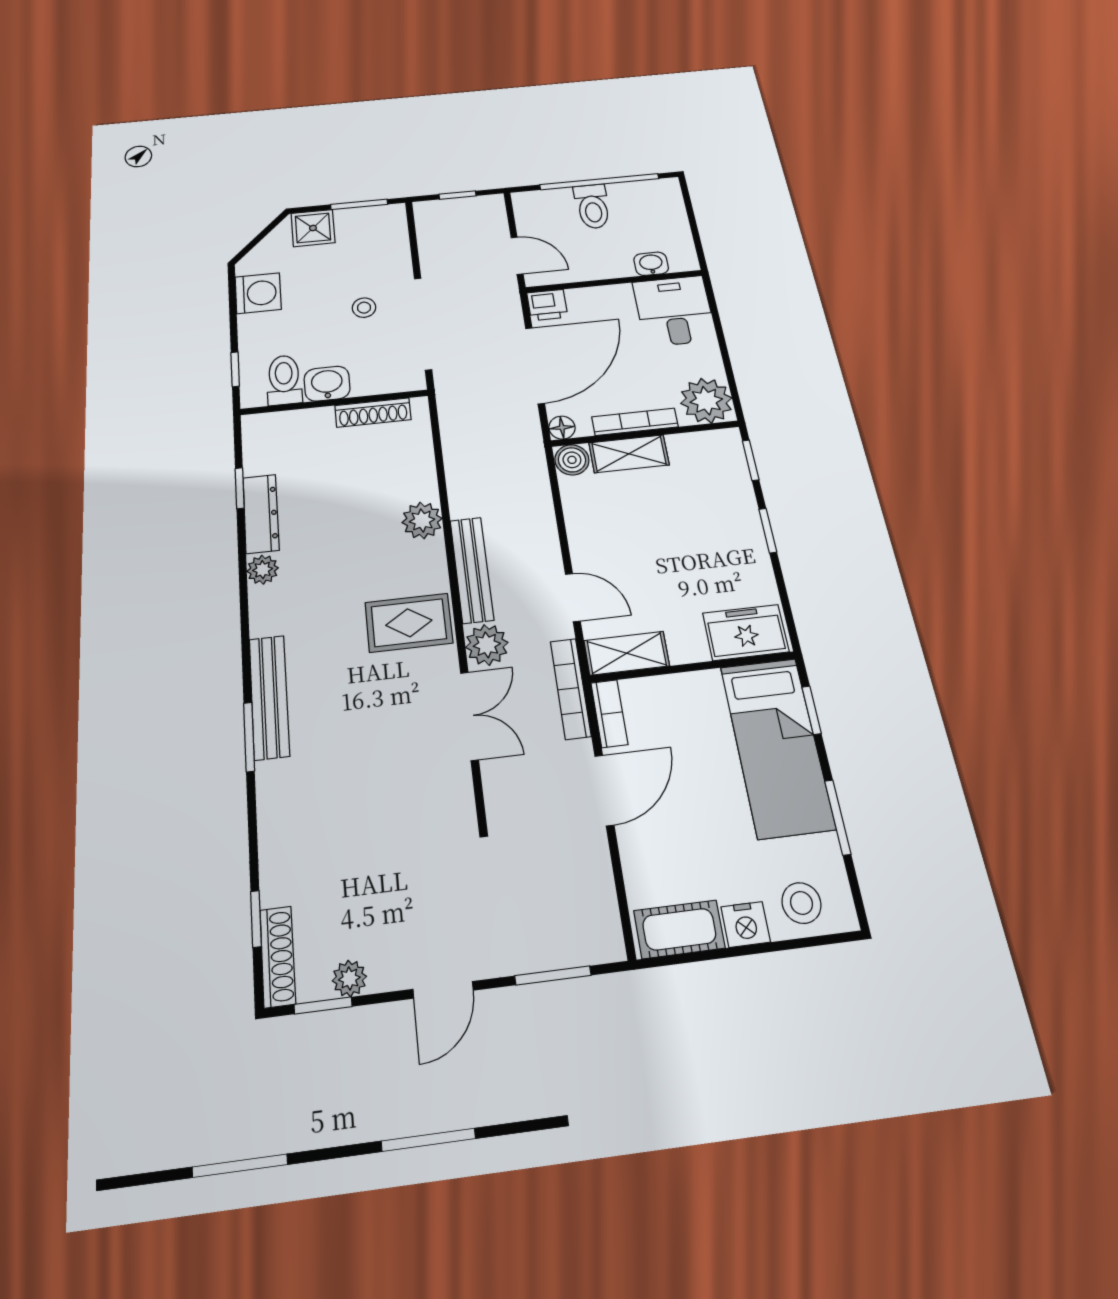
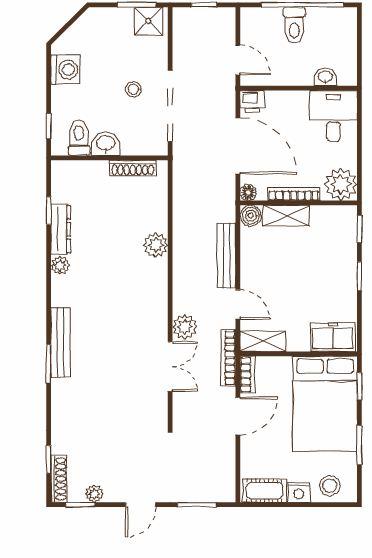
shower: (313, 228) -> (148, 21), moved
door: (535, 365) -> (238, 146), hinge flipped
bench: (472, 570) -> (226, 256), moved
rug: (409, 623) -> (142, 308), removed
bed: (777, 746) -> (325, 404), width x1.50

